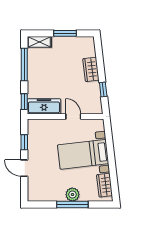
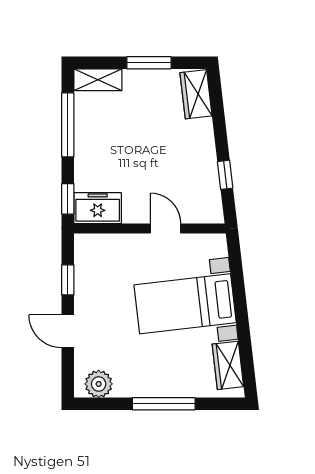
wardrobe: (91, 69) -> (196, 94), moved
freezer: (44, 106) -> (98, 208), width x0.71
plant: (72, 195) -> (99, 384), moved

